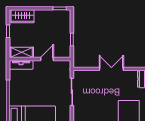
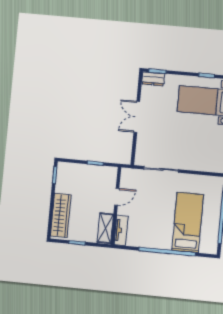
wardrobe: (23, 16) -> (61, 215), width x1.50
door: (47, 59) -> (117, 197), swing flipped

